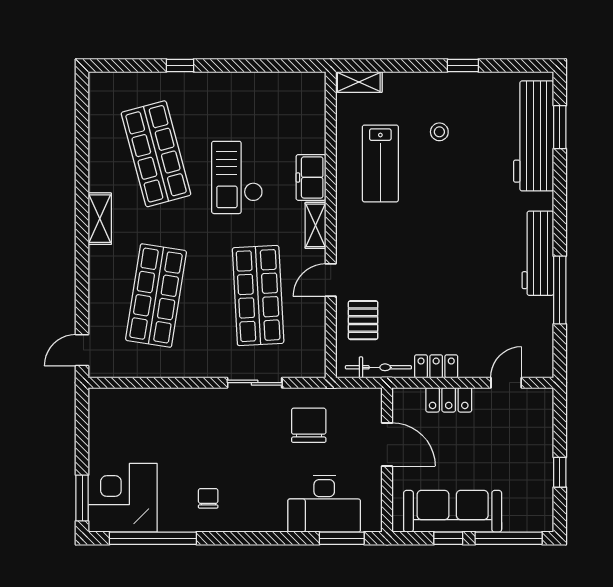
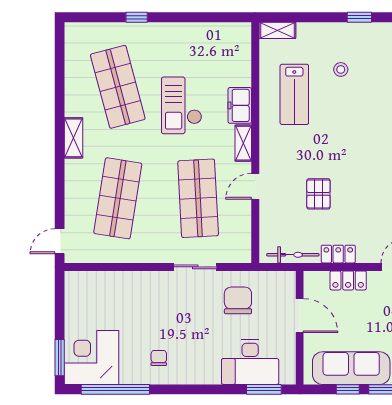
pallet: (363, 320) -> (318, 194), moved

